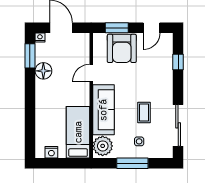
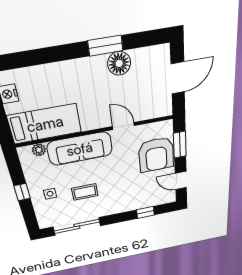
nightstand: (40, 38) -> (164, 51), removed
armchair: (122, 48) -> (156, 155), turned -90
window: (30, 56) -> (105, 46), moved
plant: (103, 146) -> (39, 150), width x0.53, depth x0.53
window: (132, 163) -> (22, 192), width x0.46

